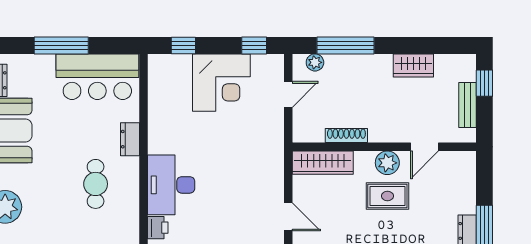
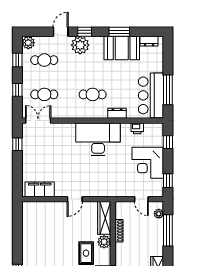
window: (61, 46) -> (168, 90), moved
plant: (387, 163) -> (104, 242), moved
desk: (171, 185) -> (98, 139), width x1.36, depth x1.30
printer: (158, 228) -> (137, 128), moved

